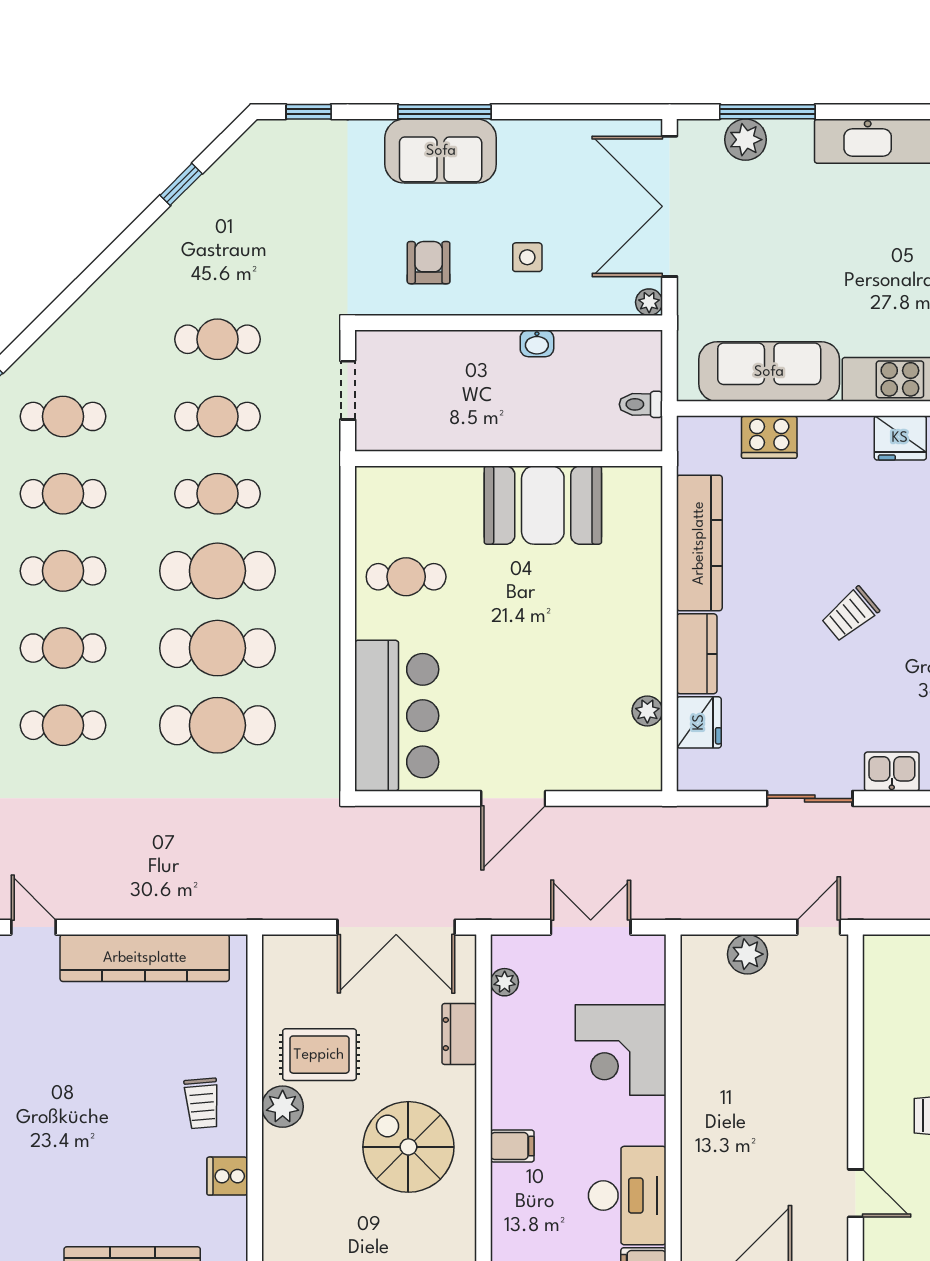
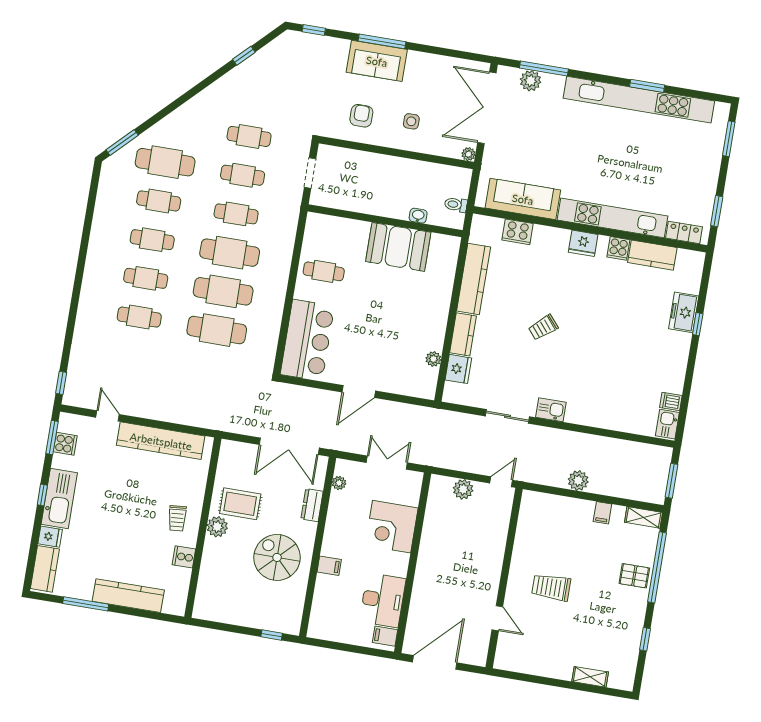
washbasin: (537, 343) -> (418, 216), moved, turned 180
cafe table: (63, 416) -> (165, 162), width x1.37, depth x1.35

